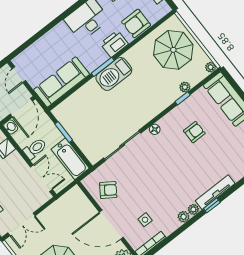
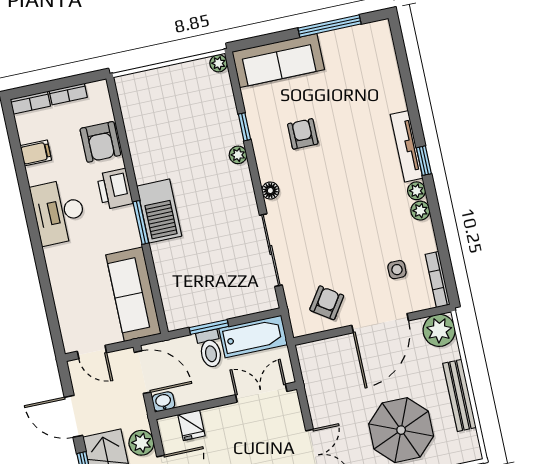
parasol: (173, 50) -> (166, 106), removed
plant: (185, 87) -> (238, 155), moved
toilet: (35, 149) -> (210, 349), moved, turned 180

